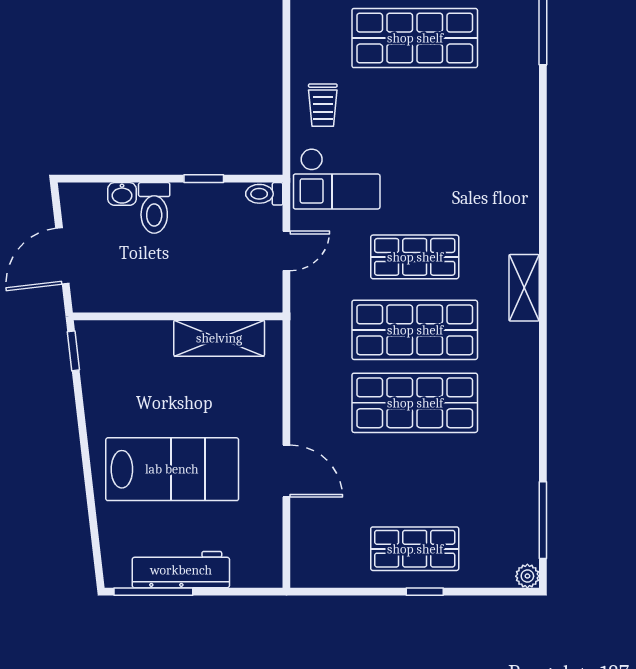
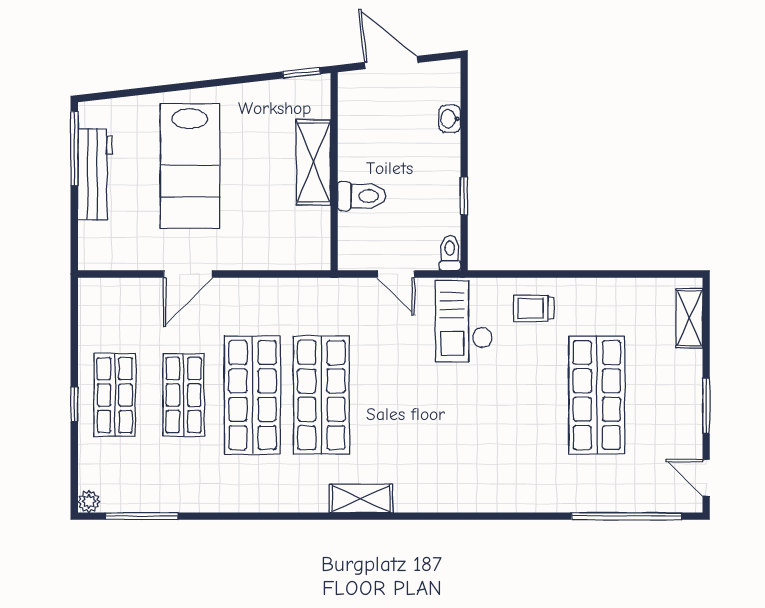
toilet: (154, 208) -> (362, 196), moved, turned 180
shop shelf: (415, 257) -> (184, 395), moved
shelving: (219, 338) -> (313, 162), moved

